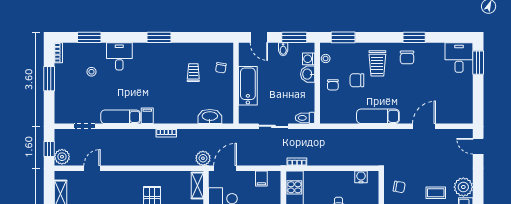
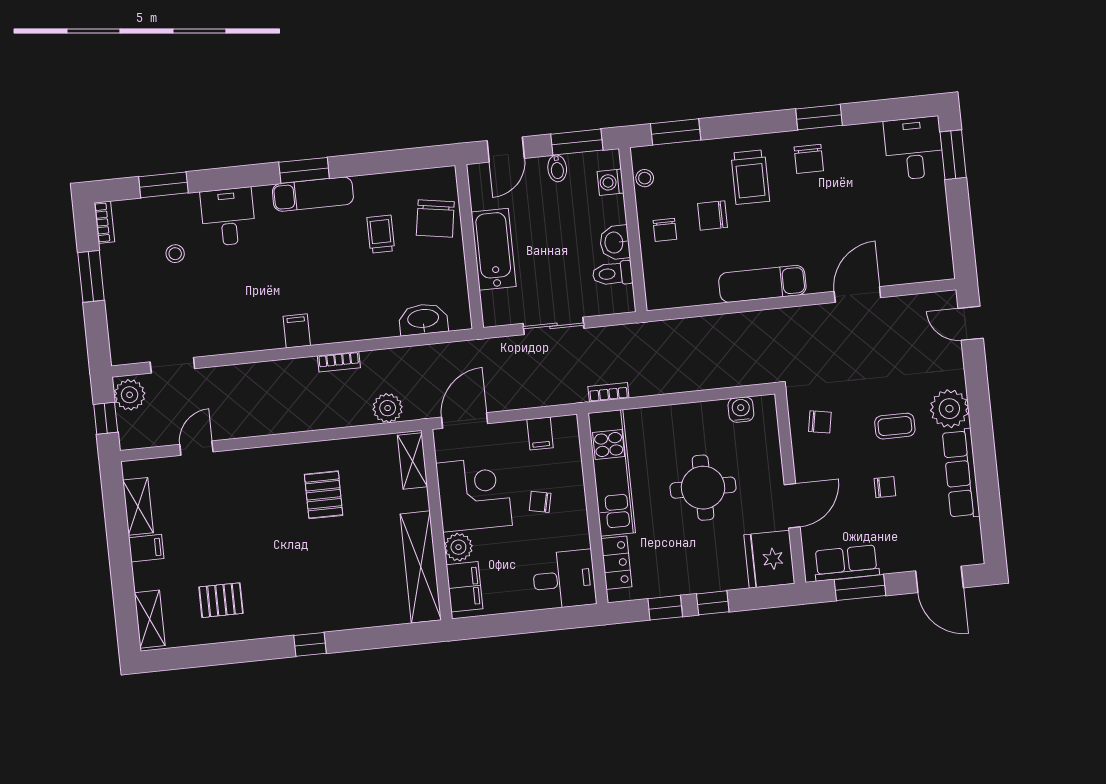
door: (259, 37) -> (506, 149), hinge flipped
chair: (221, 68) -> (435, 219), width x1.87, depth x1.87
washbasin: (308, 74) -> (615, 243), moved
exam couch: (121, 117) -> (313, 194), moved, turned 180
toilet: (305, 118) -> (612, 274), moved
plant: (62, 157) -> (130, 395), moved
plant: (203, 158) -> (388, 408), moved

